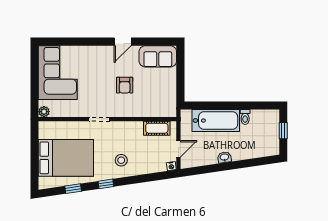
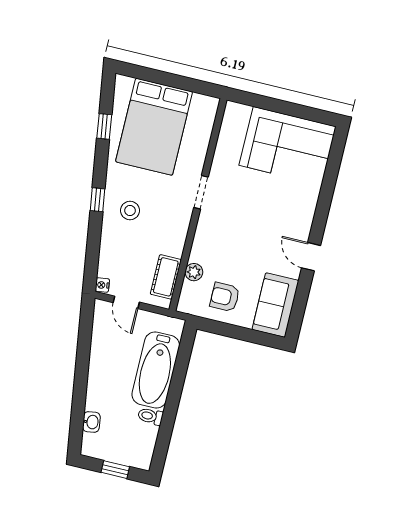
armchair: (125, 85) -> (225, 297), moved
plant: (44, 112) -> (194, 272), moved
washbasin: (224, 157) -> (91, 422), moved
window: (106, 184) -> (97, 200), moved

